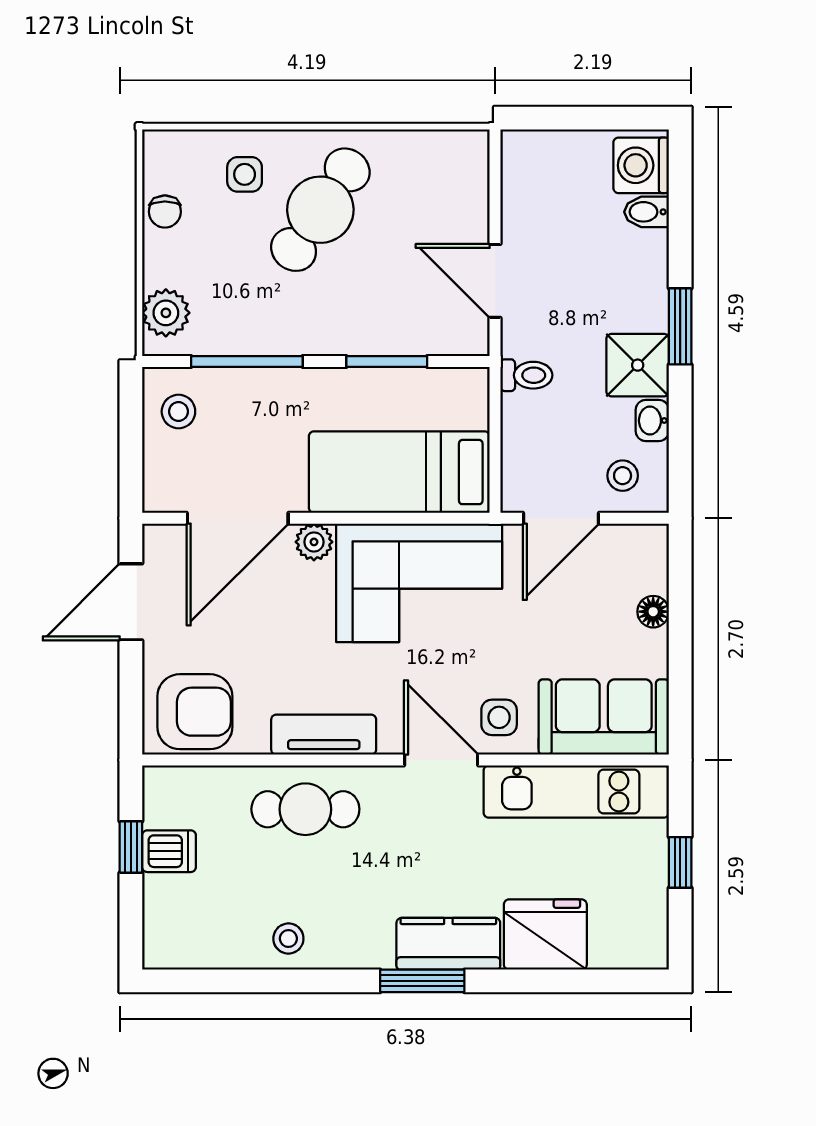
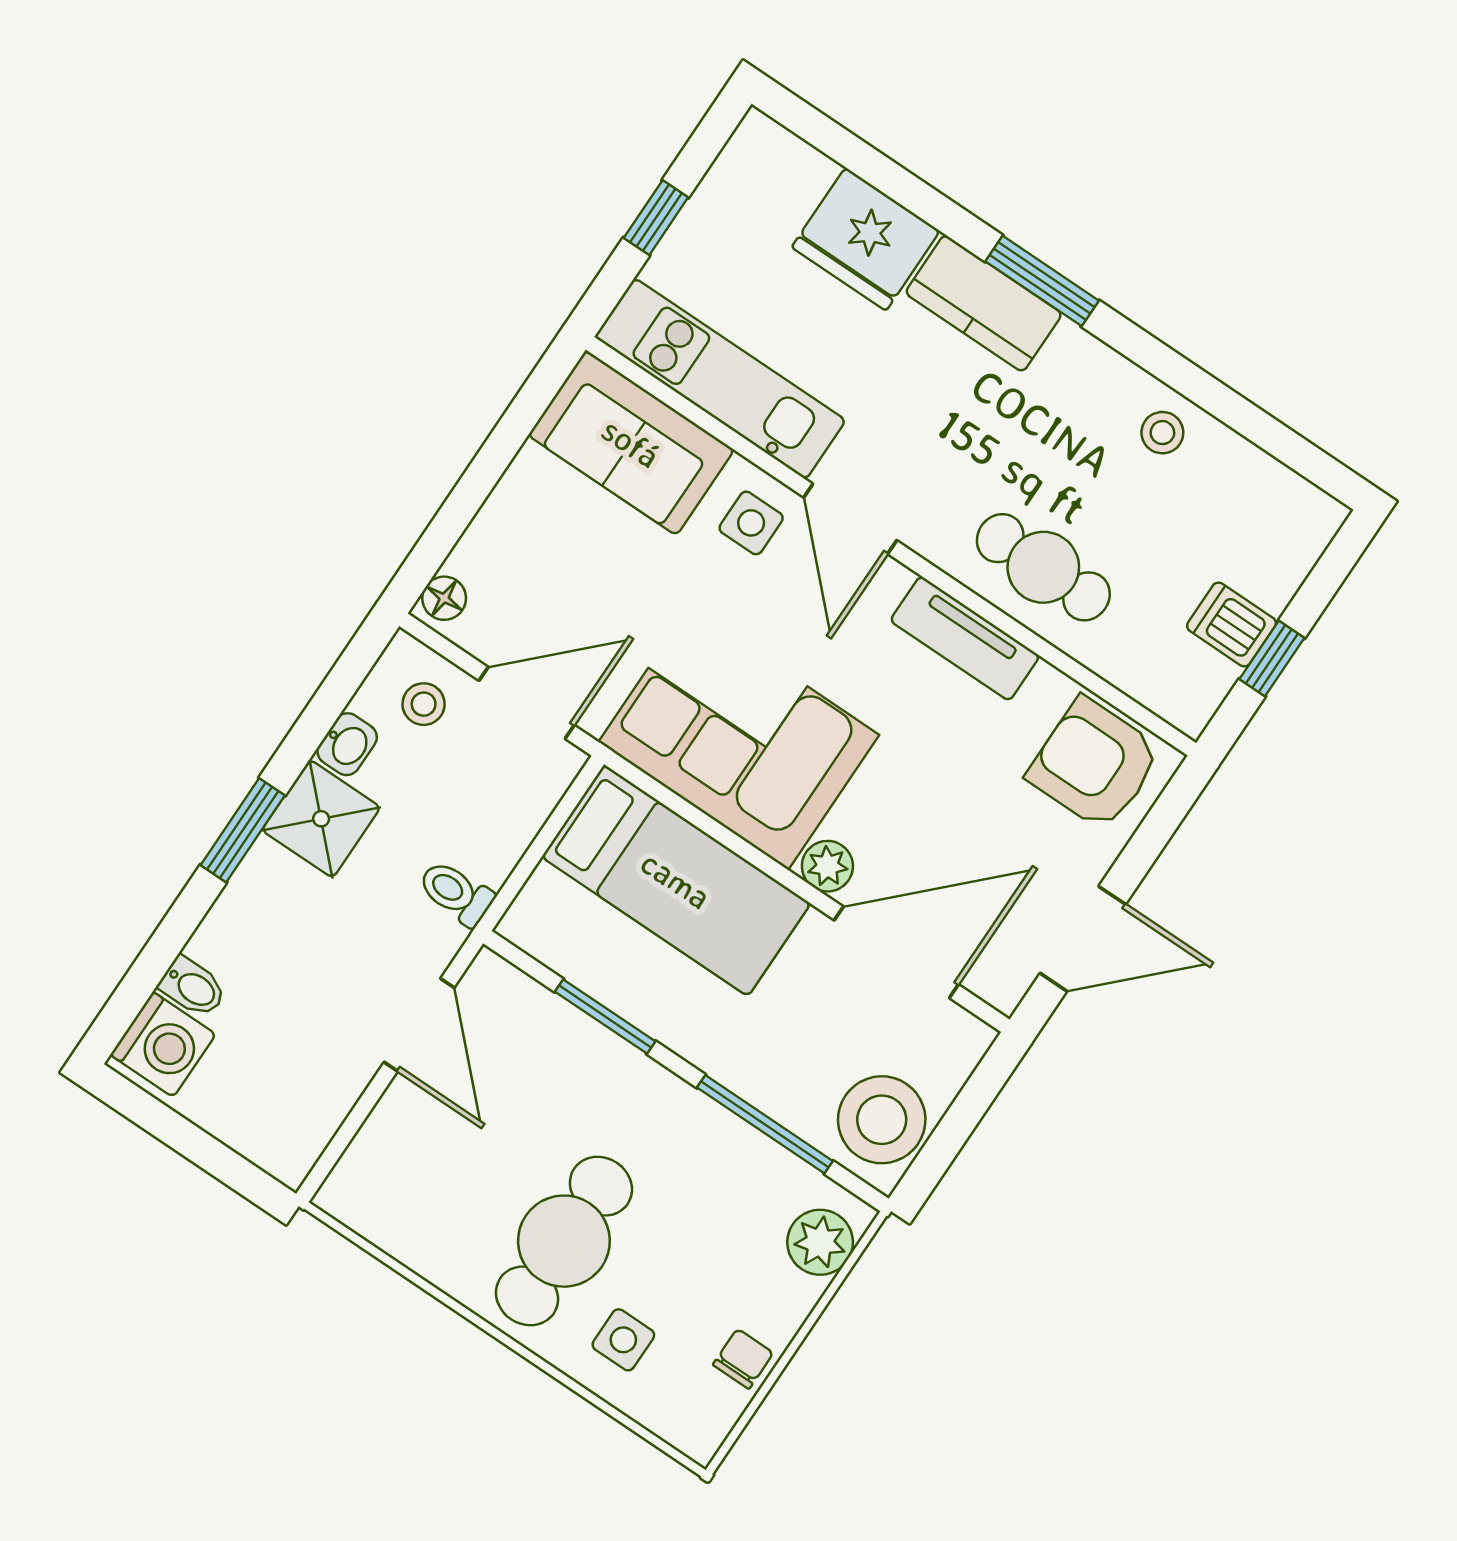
cafe table: (320, 210) -> (564, 1241), turned -34
stool: (178, 412) -> (882, 1120), width x1.89, depth x1.89
floor lamp: (653, 612) -> (444, 598), moved

